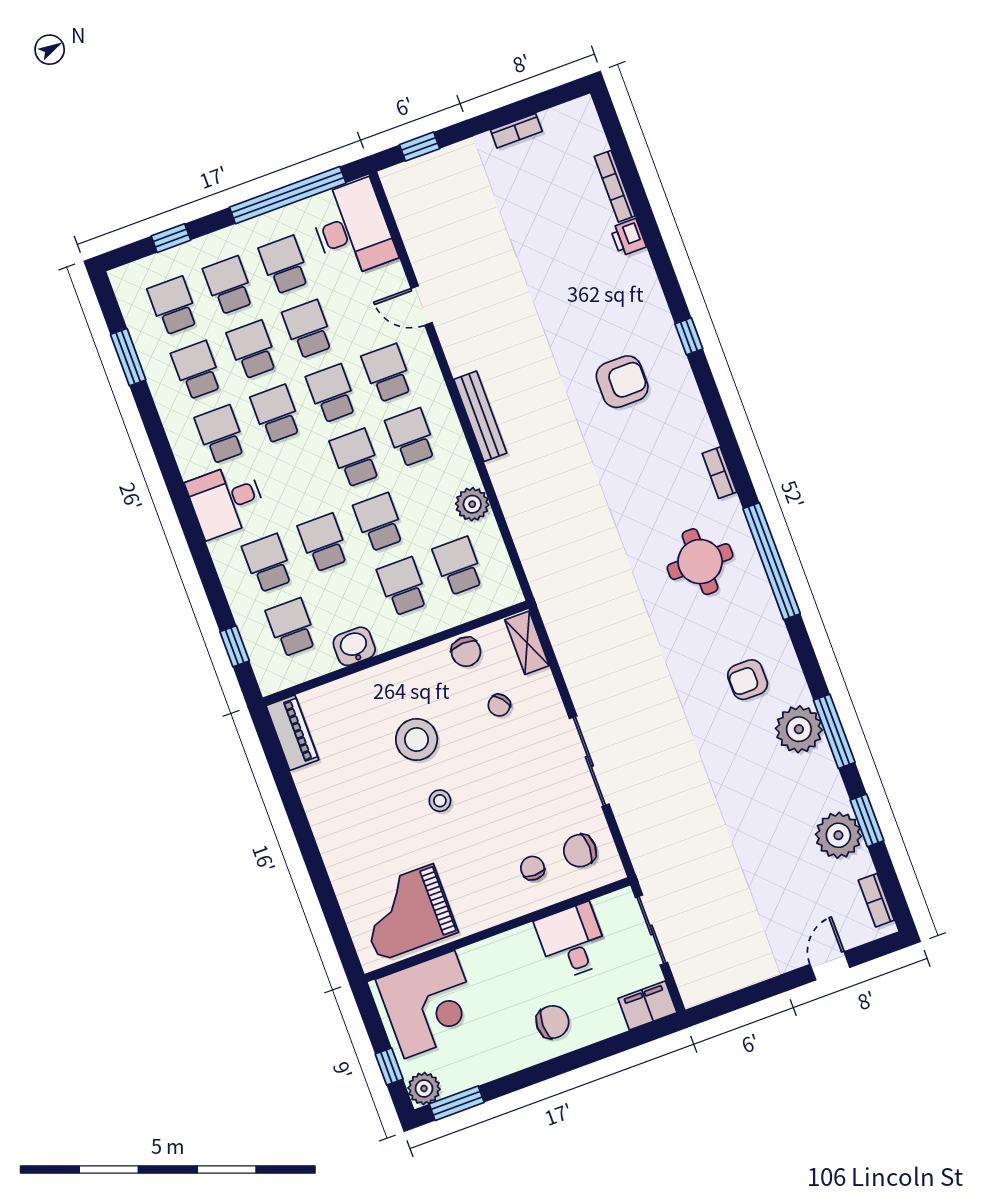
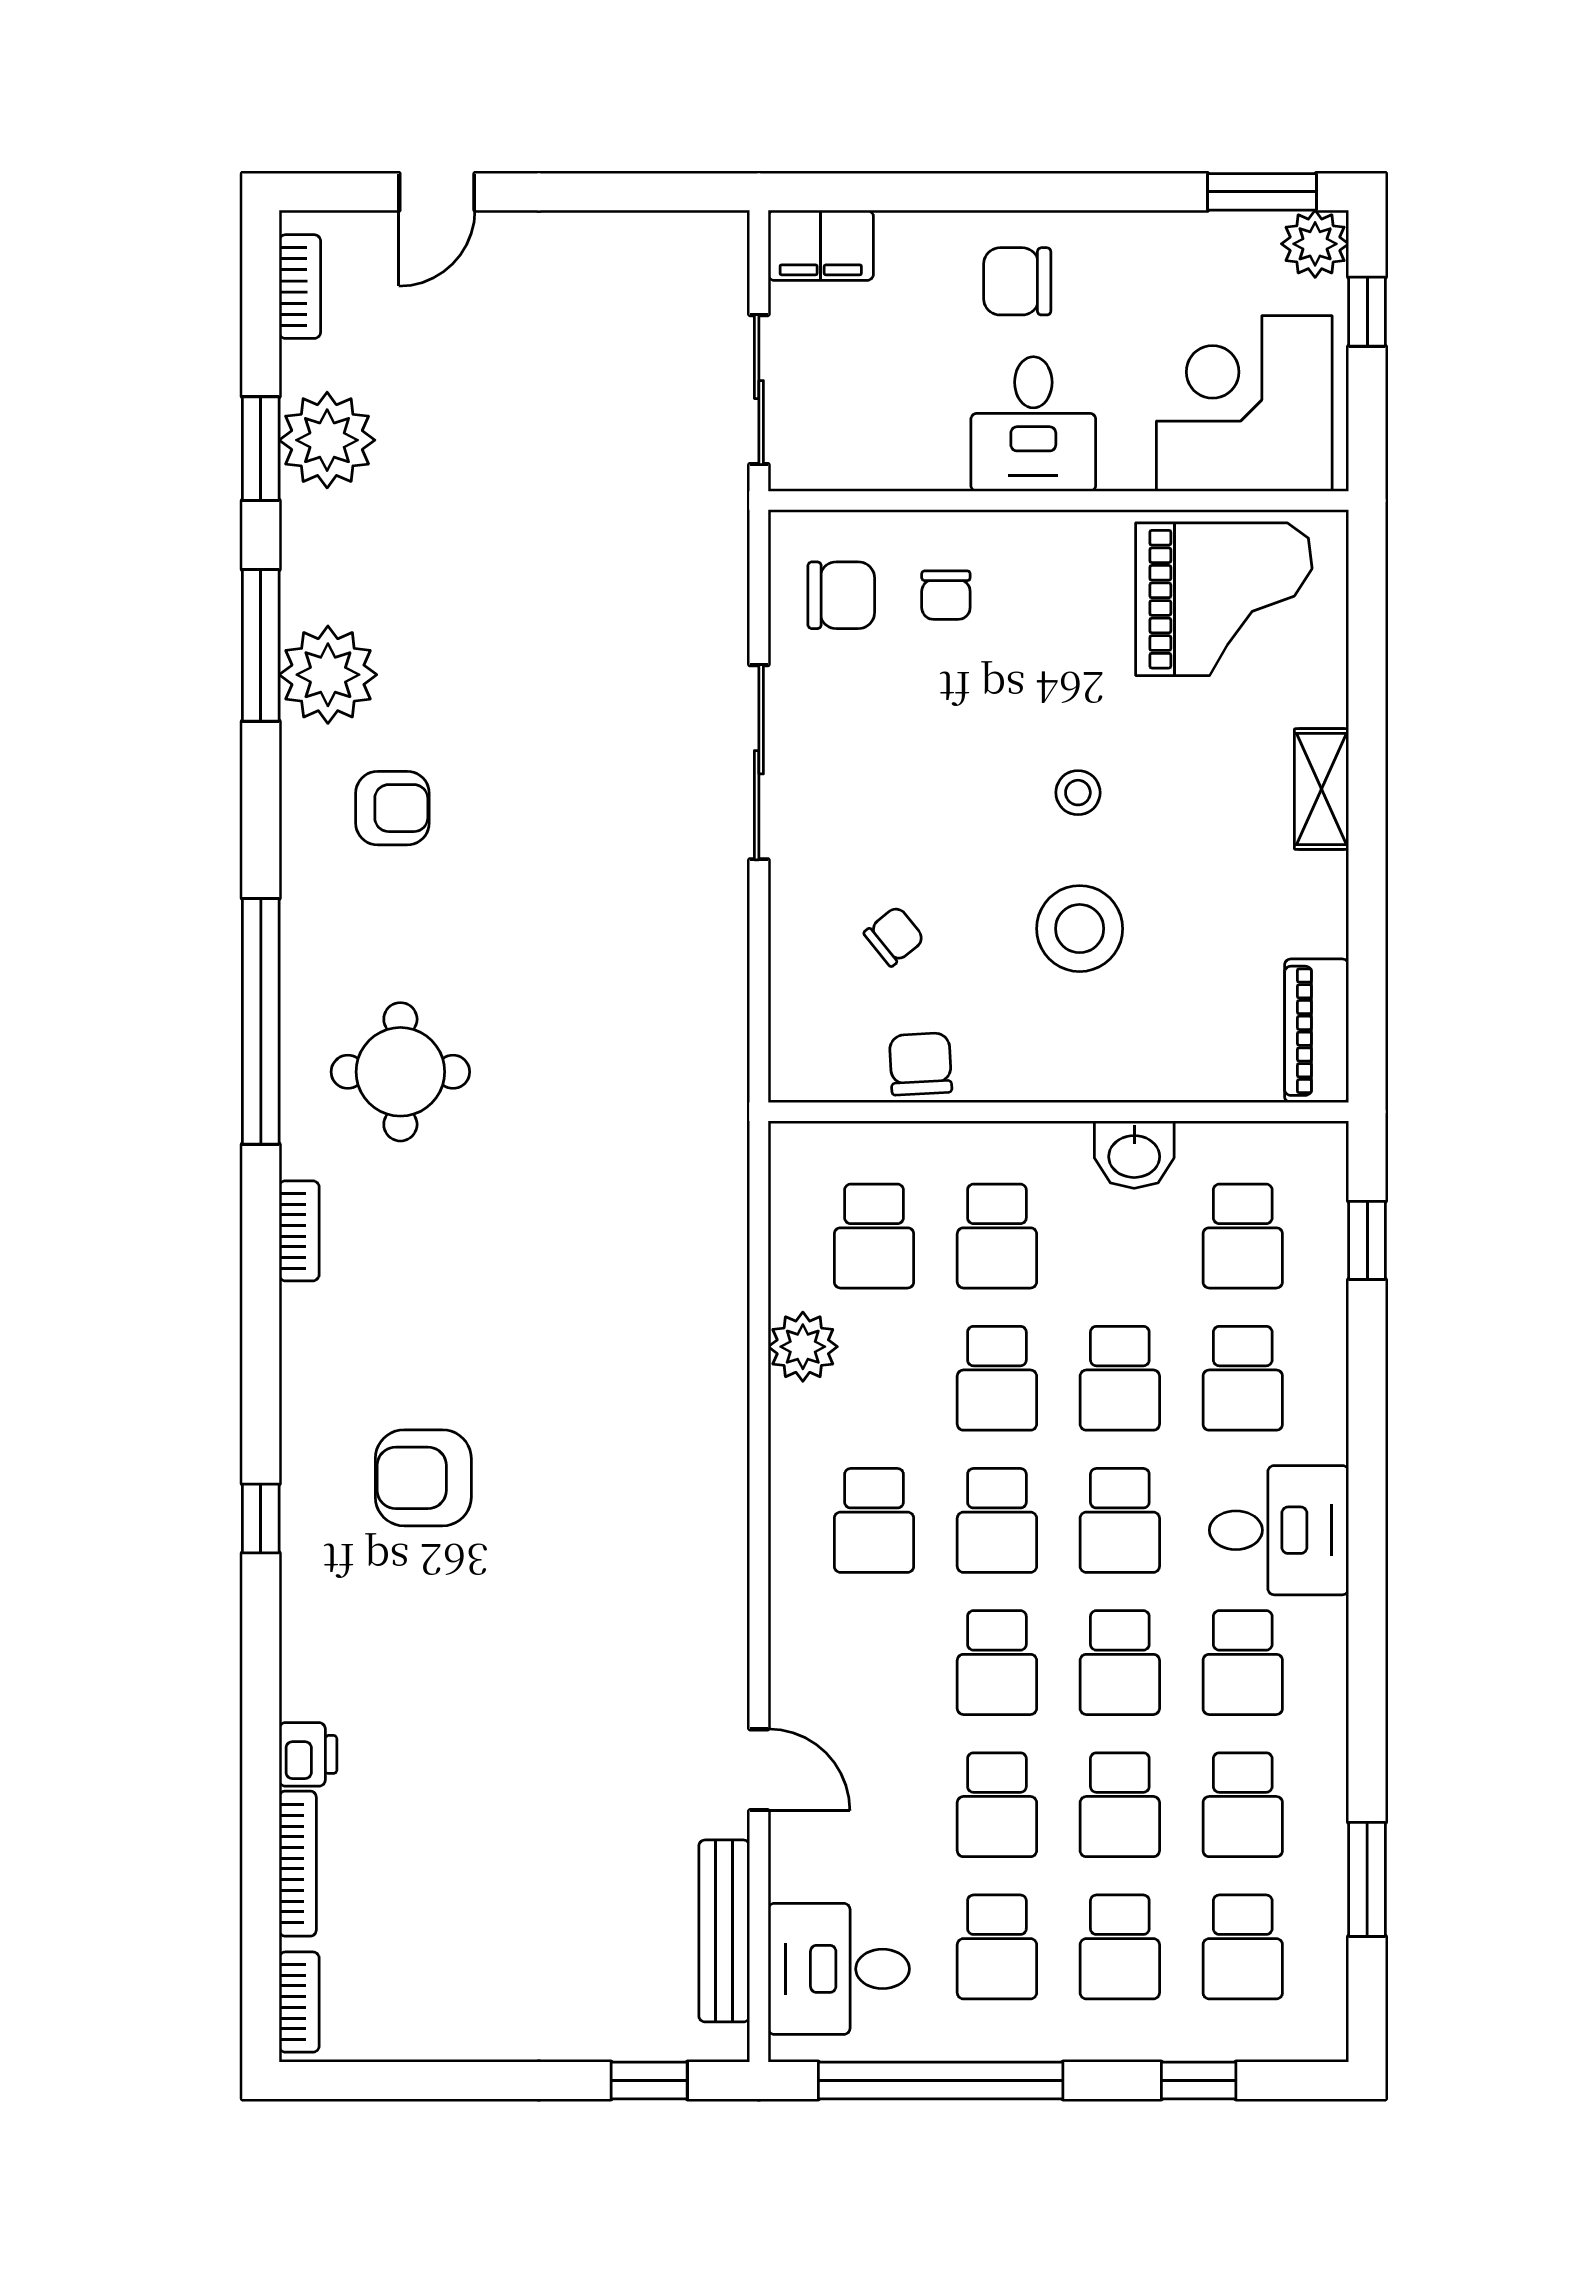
bookcase: (516, 131) -> (299, 2002), moved, turned 90
desk: (352, 229) -> (839, 1969), width x0.73
school desk: (387, 373) -> (1120, 1520), moved
bench: (480, 416) -> (724, 1931), moved
shelving: (527, 643) -> (1322, 789), moved
desk: (572, 941) -> (1033, 424), moved

